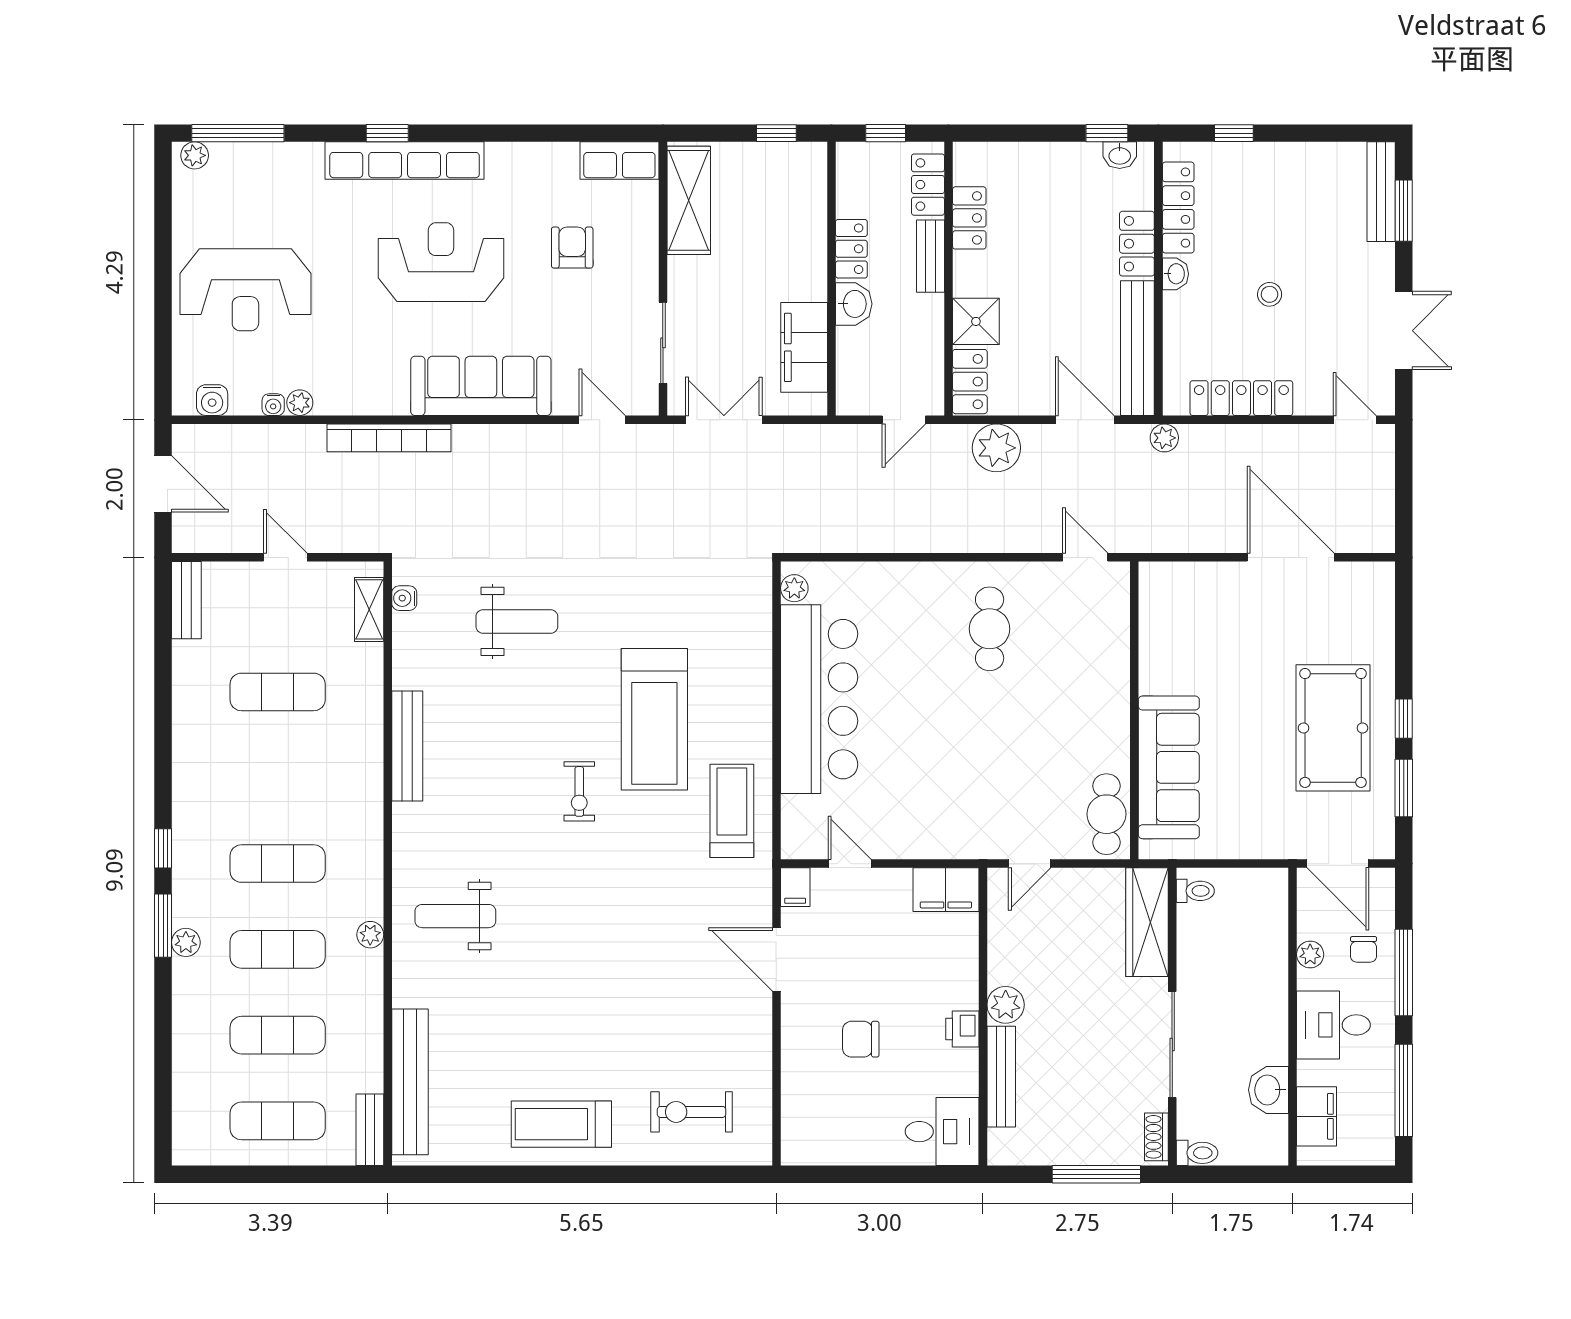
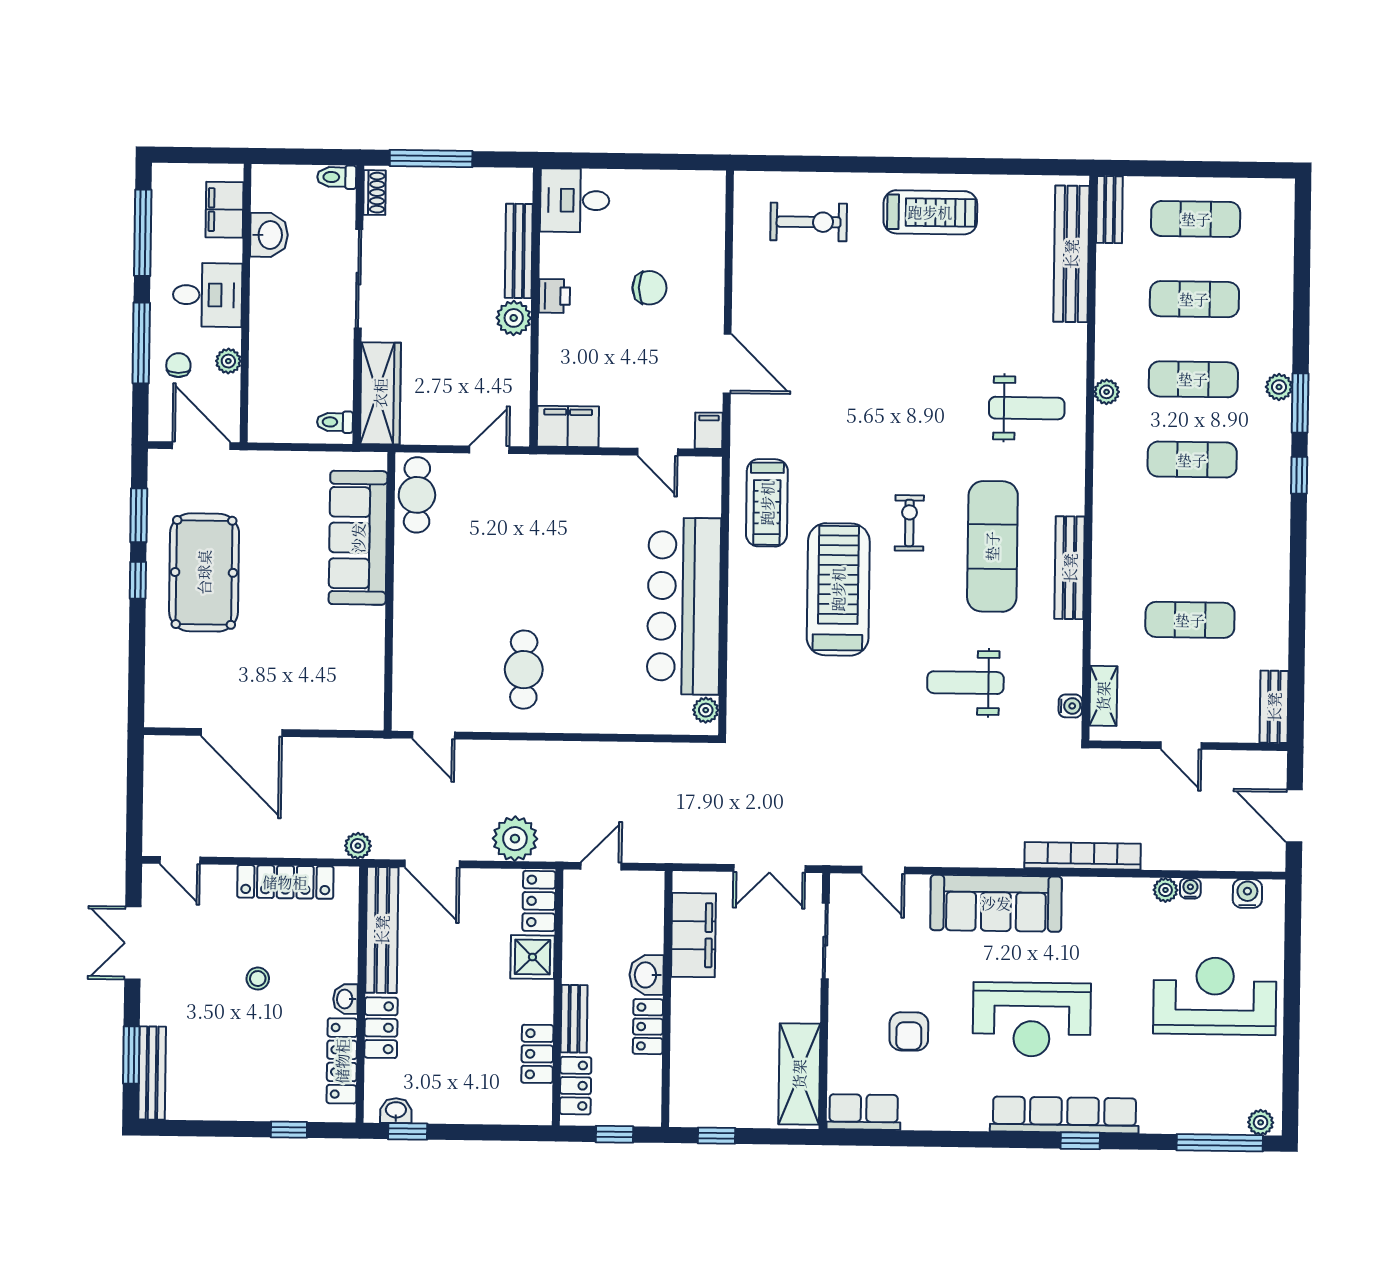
exercise mat: (490, 768) -> (992, 546), added

